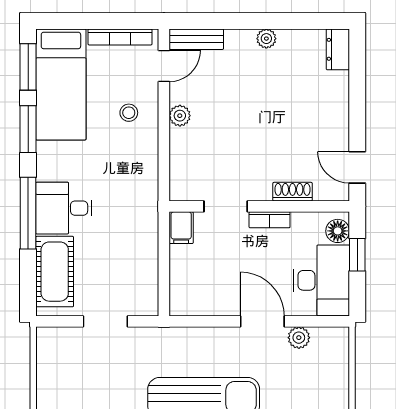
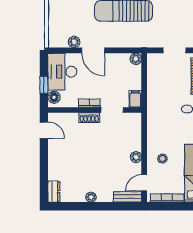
shoe rack: (293, 192) -> (89, 118), moved
plant: (180, 305) -> (136, 59), added

